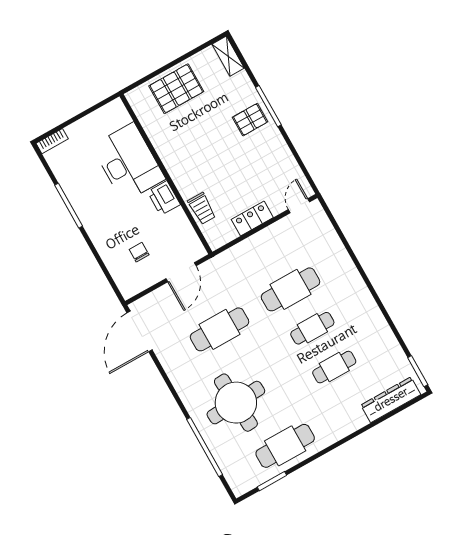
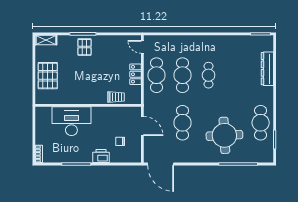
printer: (164, 198) -> (101, 156), moved, turned 180
cafe table: (334, 367) -> (156, 75), moved, width x1.37, depth x1.35
dresser: (391, 400) -> (267, 69), moved

